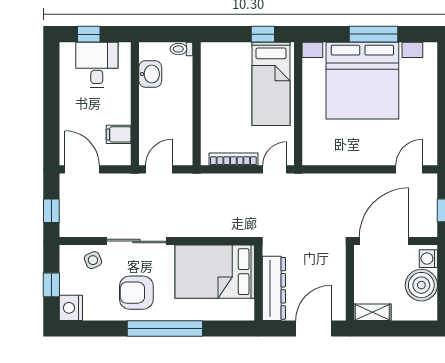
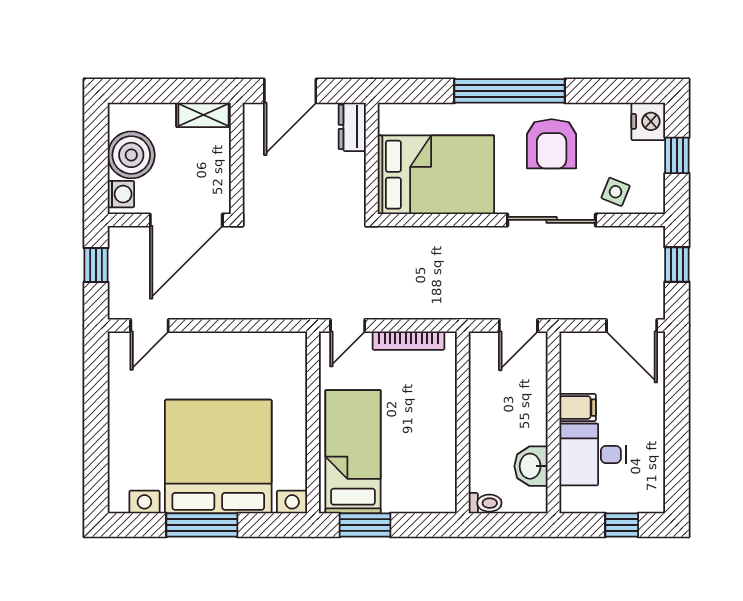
window: (263, 34) -> (365, 525), width x1.50
desk: (97, 65) -> (593, 454), moved, turned 90
filing cabinet: (119, 134) -> (578, 408), moved
side table: (93, 260) -> (616, 192), turned 45
dresser: (274, 288) -> (352, 127), width x0.51, depth x0.80
armchair: (136, 293) -> (552, 144), turned 90

